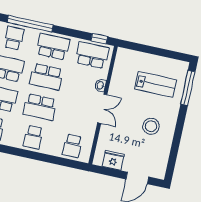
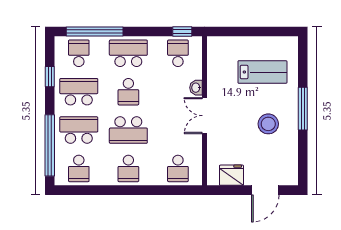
school desk: (92, 55) -> (178, 53), width x0.54
school desk: (46, 77) -> (128, 92), width x0.54
window: (188, 88) -> (303, 109), moved
double door: (102, 109) -> (205, 116), swing flipped

